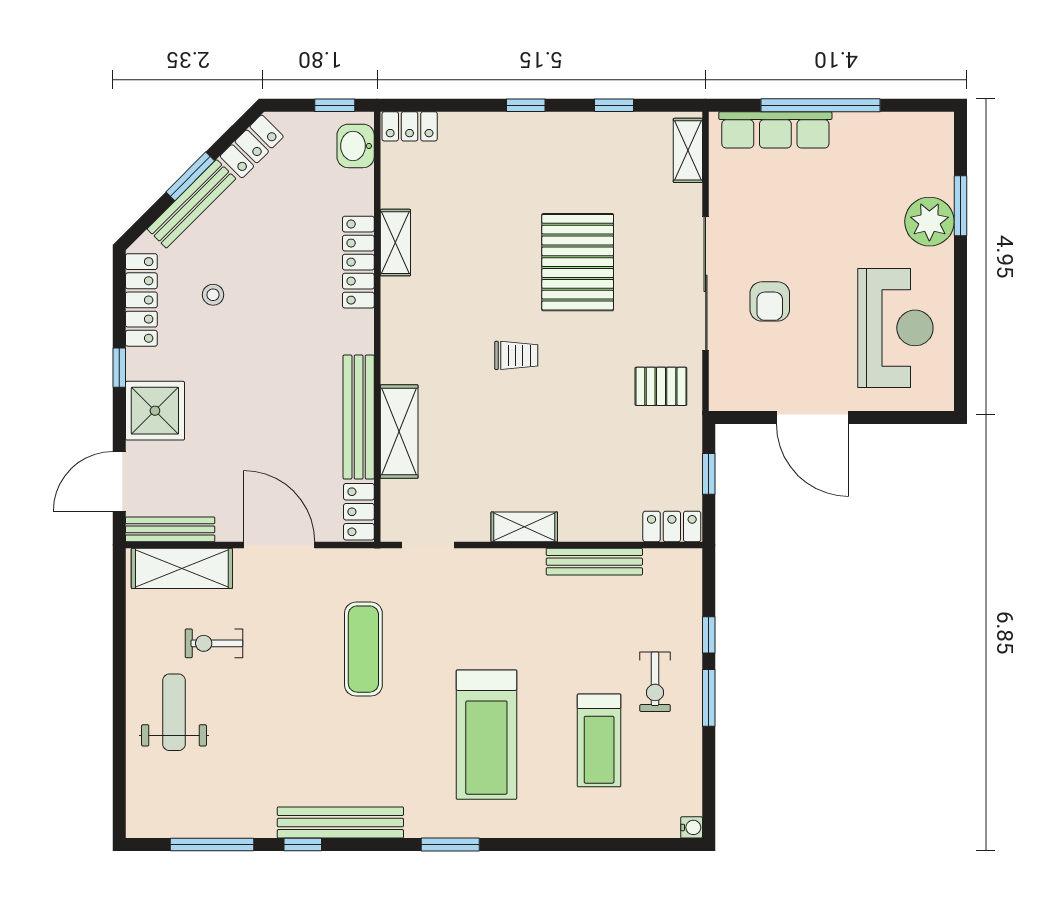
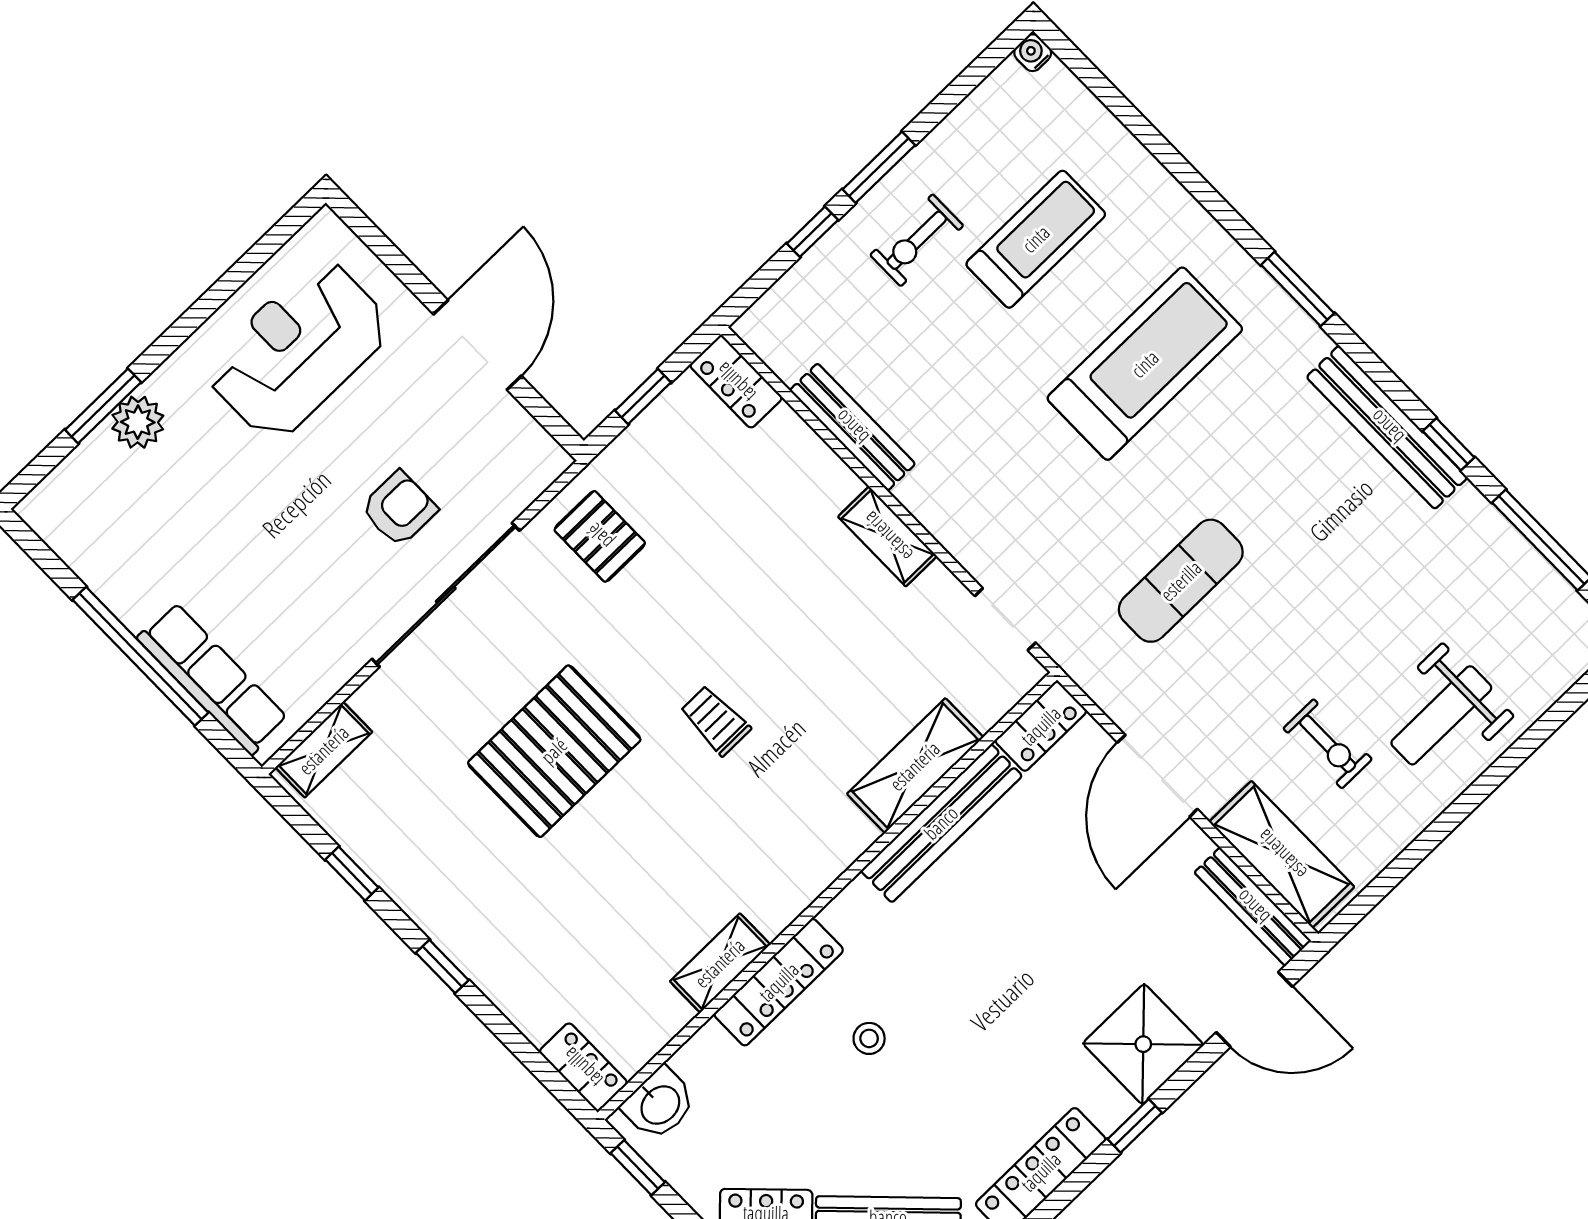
plant: (929, 222) -> (138, 422), width x0.73, depth x0.73
stool: (213, 295) -> (869, 1038), moved
exercise bike: (655, 682) -> (917, 240), turned 180

